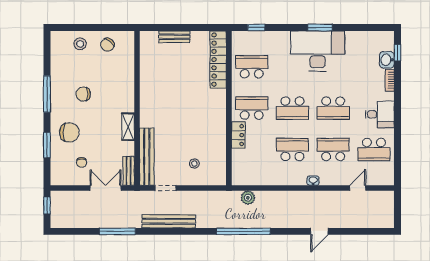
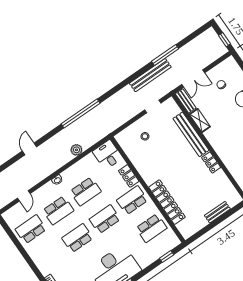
locker: (218, 60) -> (167, 202), moved
locker: (146, 91) -> (211, 162), added
school desk: (252, 108) -> (132, 200), turned 180
desk: (380, 114) -> (108, 155), moved, turned 90
shelving: (128, 127) -> (200, 120), moved
bench: (147, 157) -> (191, 134), moved
plant: (248, 198) -> (76, 150), moved
bench: (169, 221) -> (150, 75), moved

